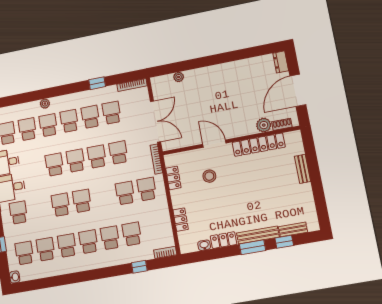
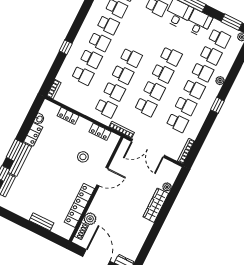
wardrobe: (204, 74) -> (156, 205), added
window: (97, 83) -> (217, 105), moved
school desk: (61, 205) -> (123, 74), moved
window: (139, 267) -> (66, 47), moved

